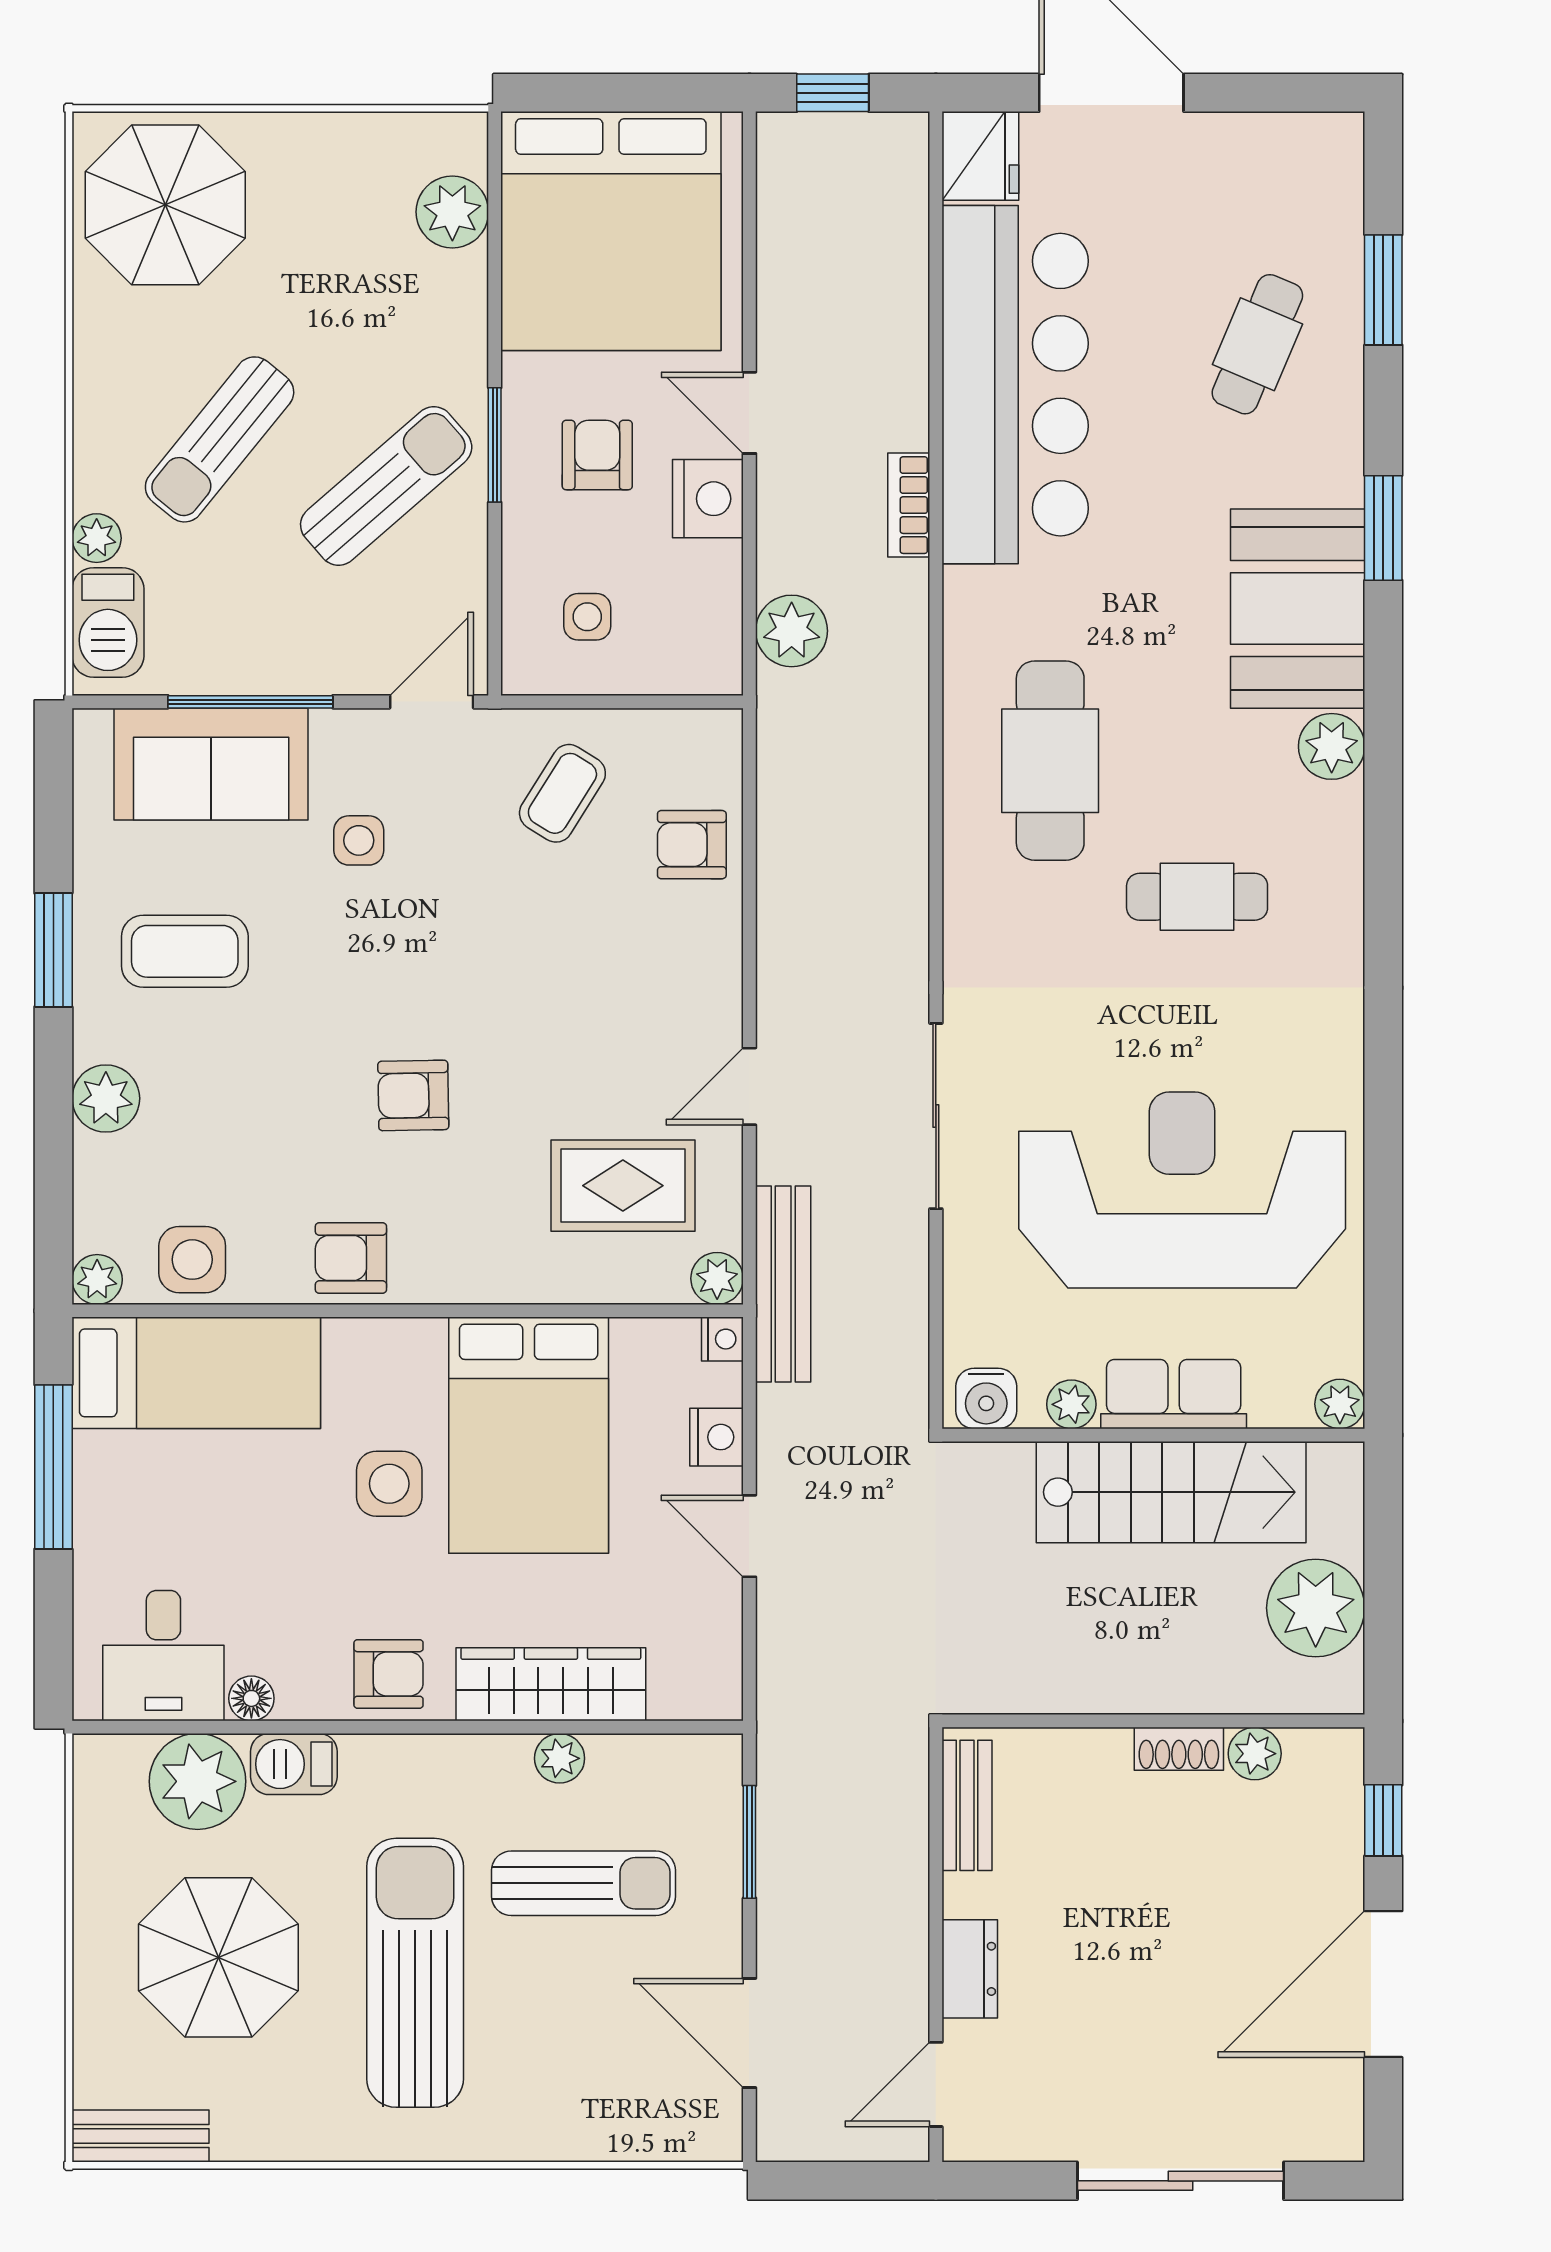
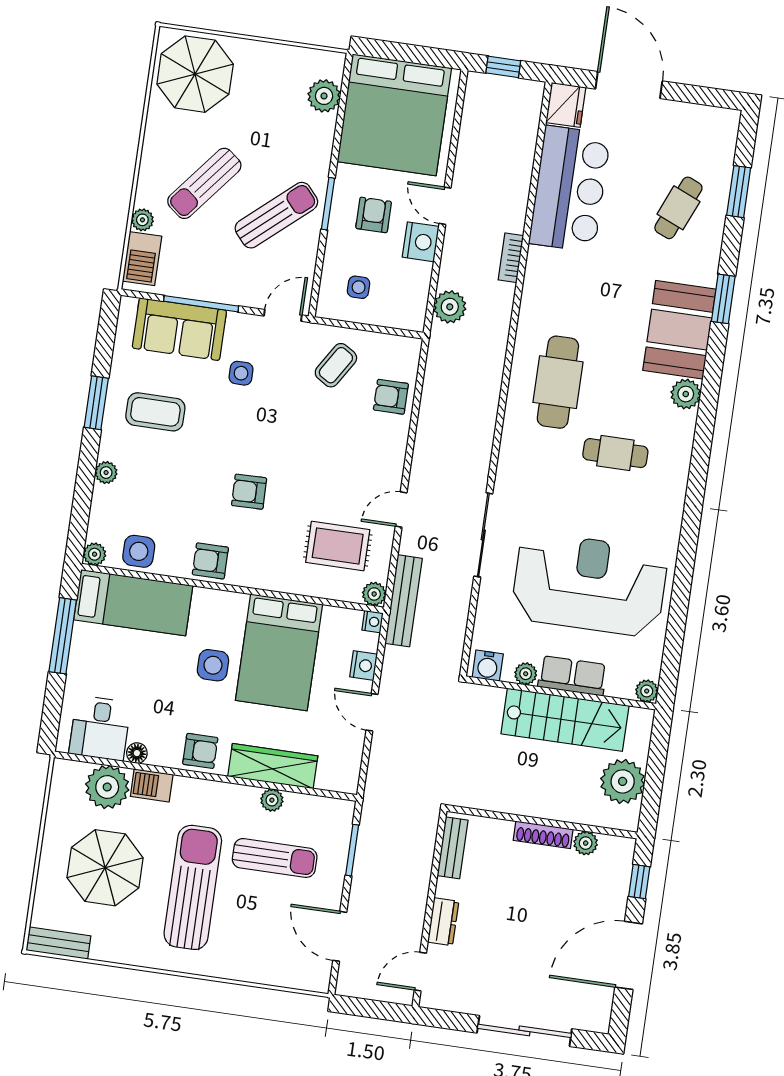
bar counter: (1015, 385) -> (570, 189), width x0.73
plant: (106, 1098) -> (106, 473), width x0.73, depth x0.73
shoe rack: (1179, 1749) -> (543, 835), width x1.43

